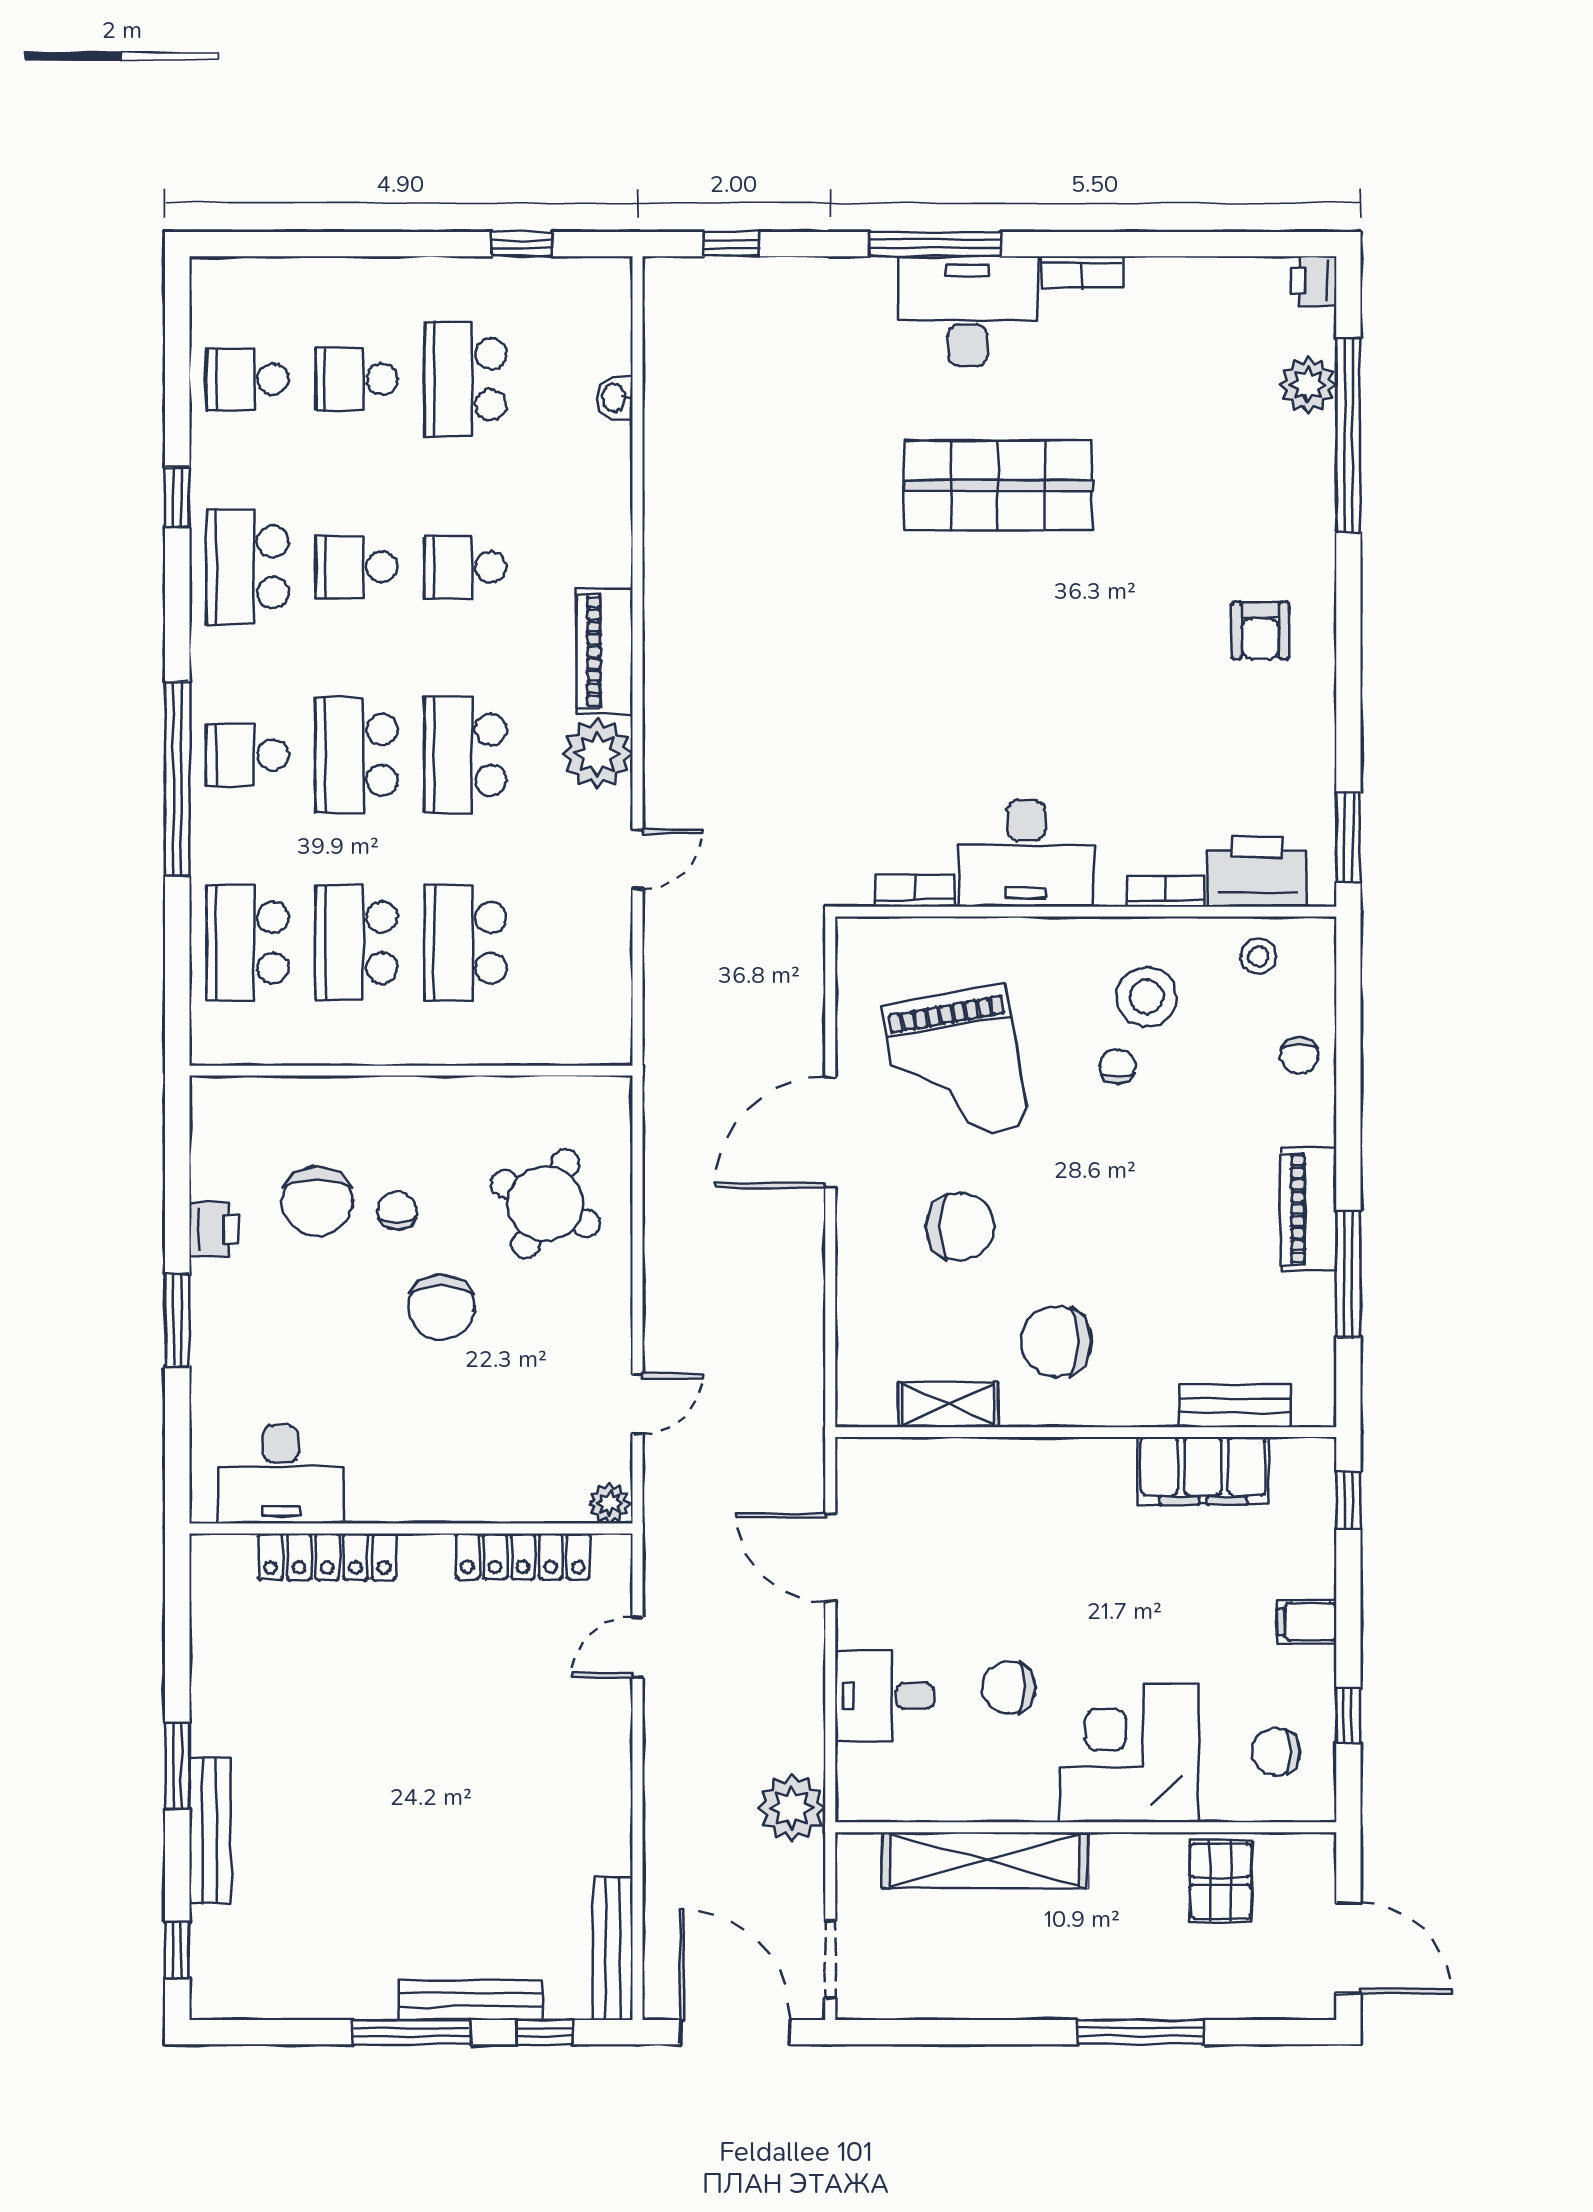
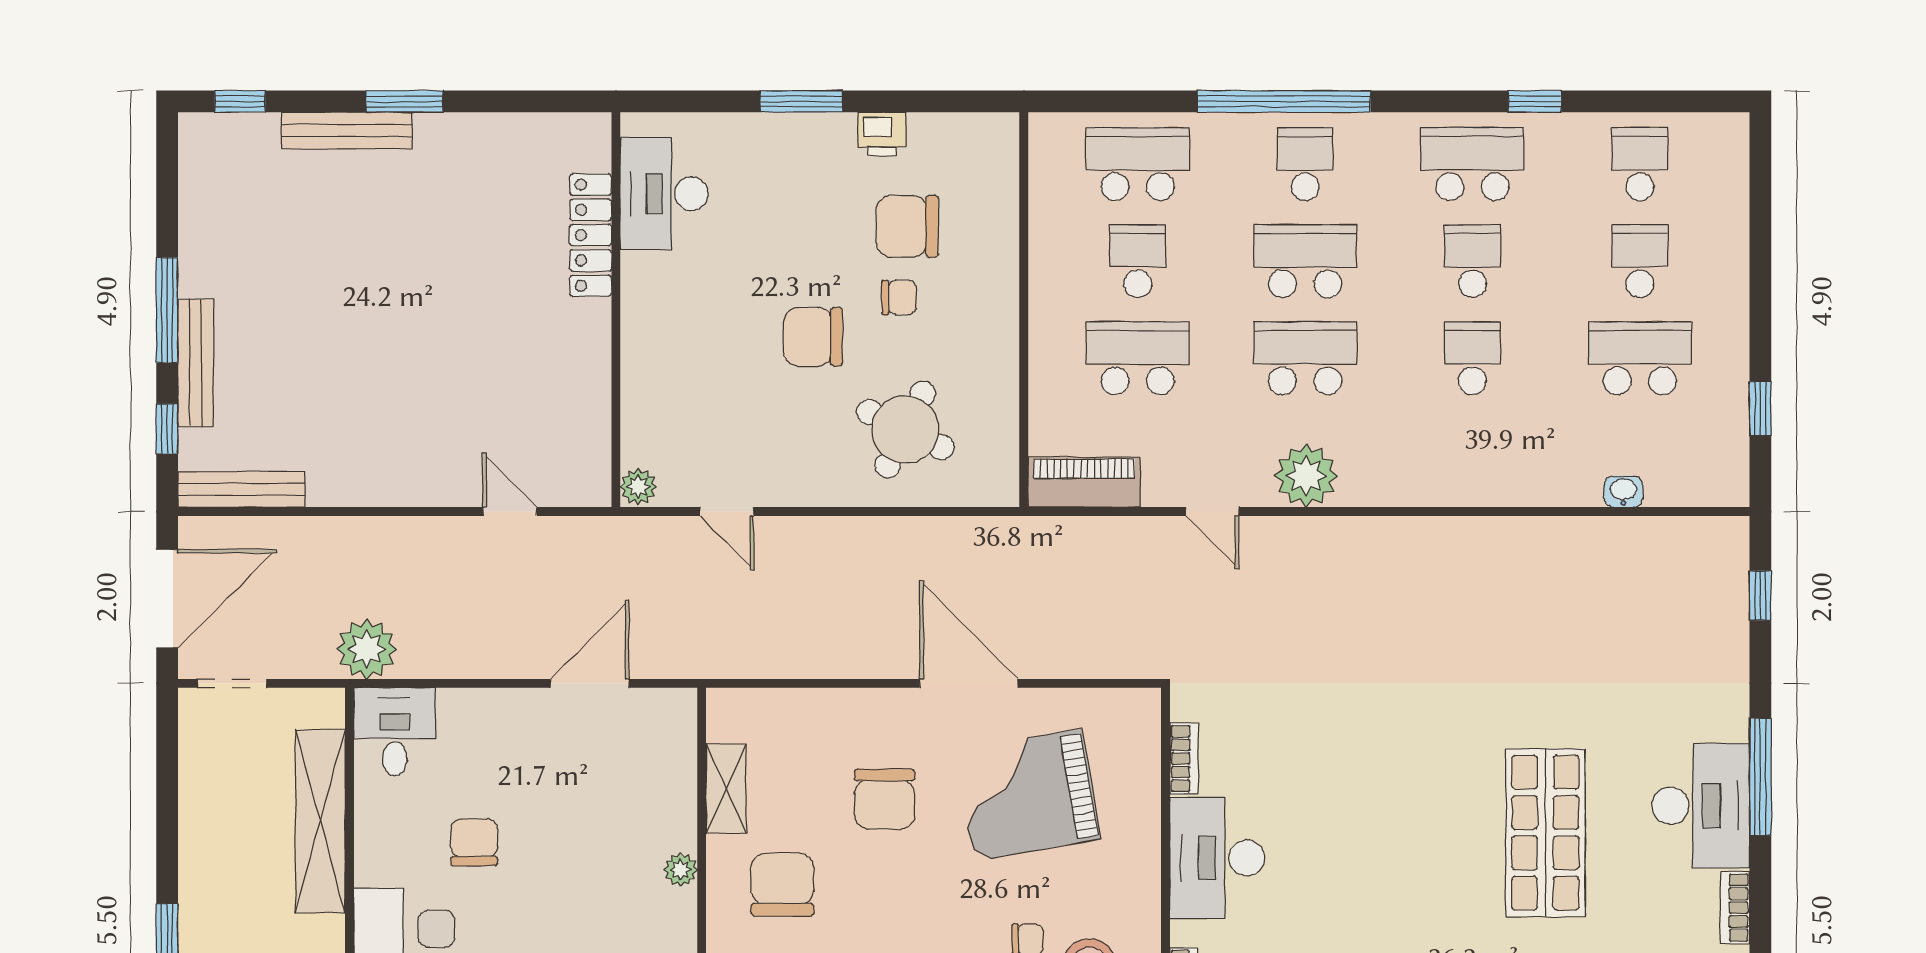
piano: (605, 652) -> (1084, 482), moved
school desk: (356, 943) -> (1138, 261), width x0.54
plant: (1039, 1456) -> (681, 870), added
locker: (523, 1556) -> (591, 409), removed
desk: (884, 1696) -> (395, 732), moved

